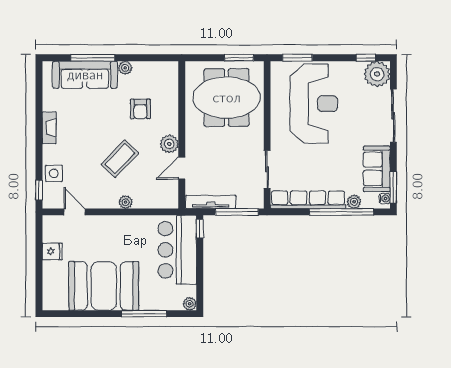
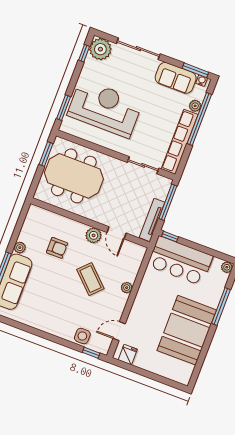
meeting table: (227, 98) -> (74, 176), turned 90
fireplace: (49, 128) -> (45, 326), removed
fridge: (52, 251) -> (128, 355), moved

